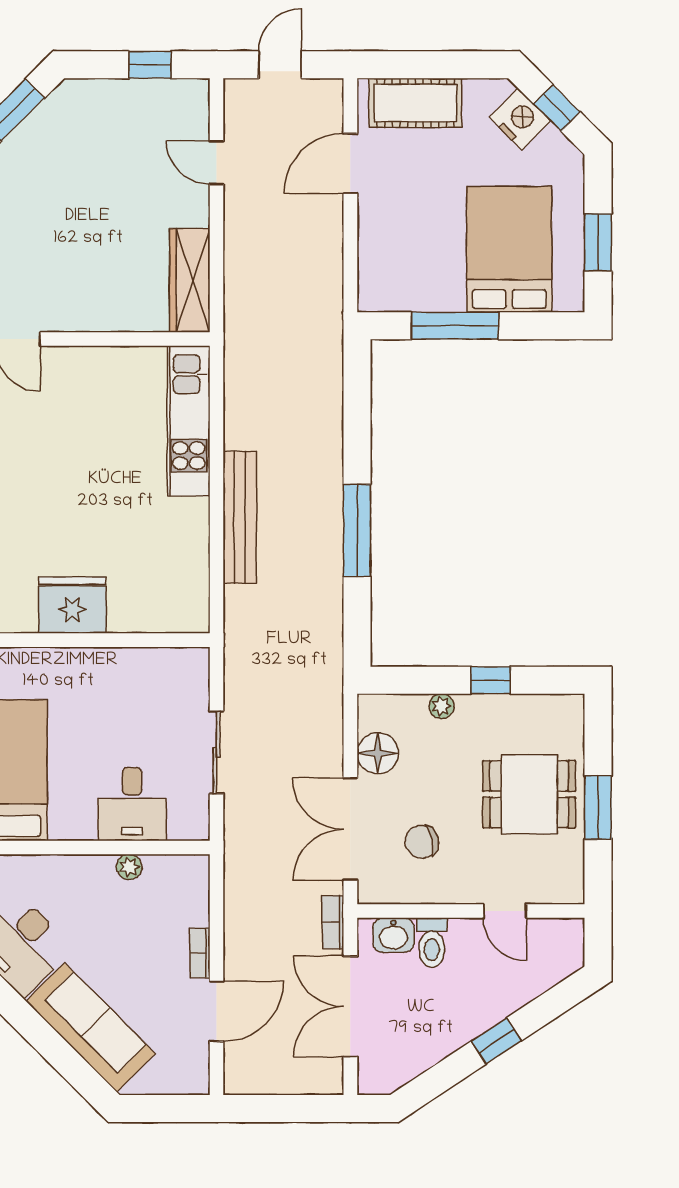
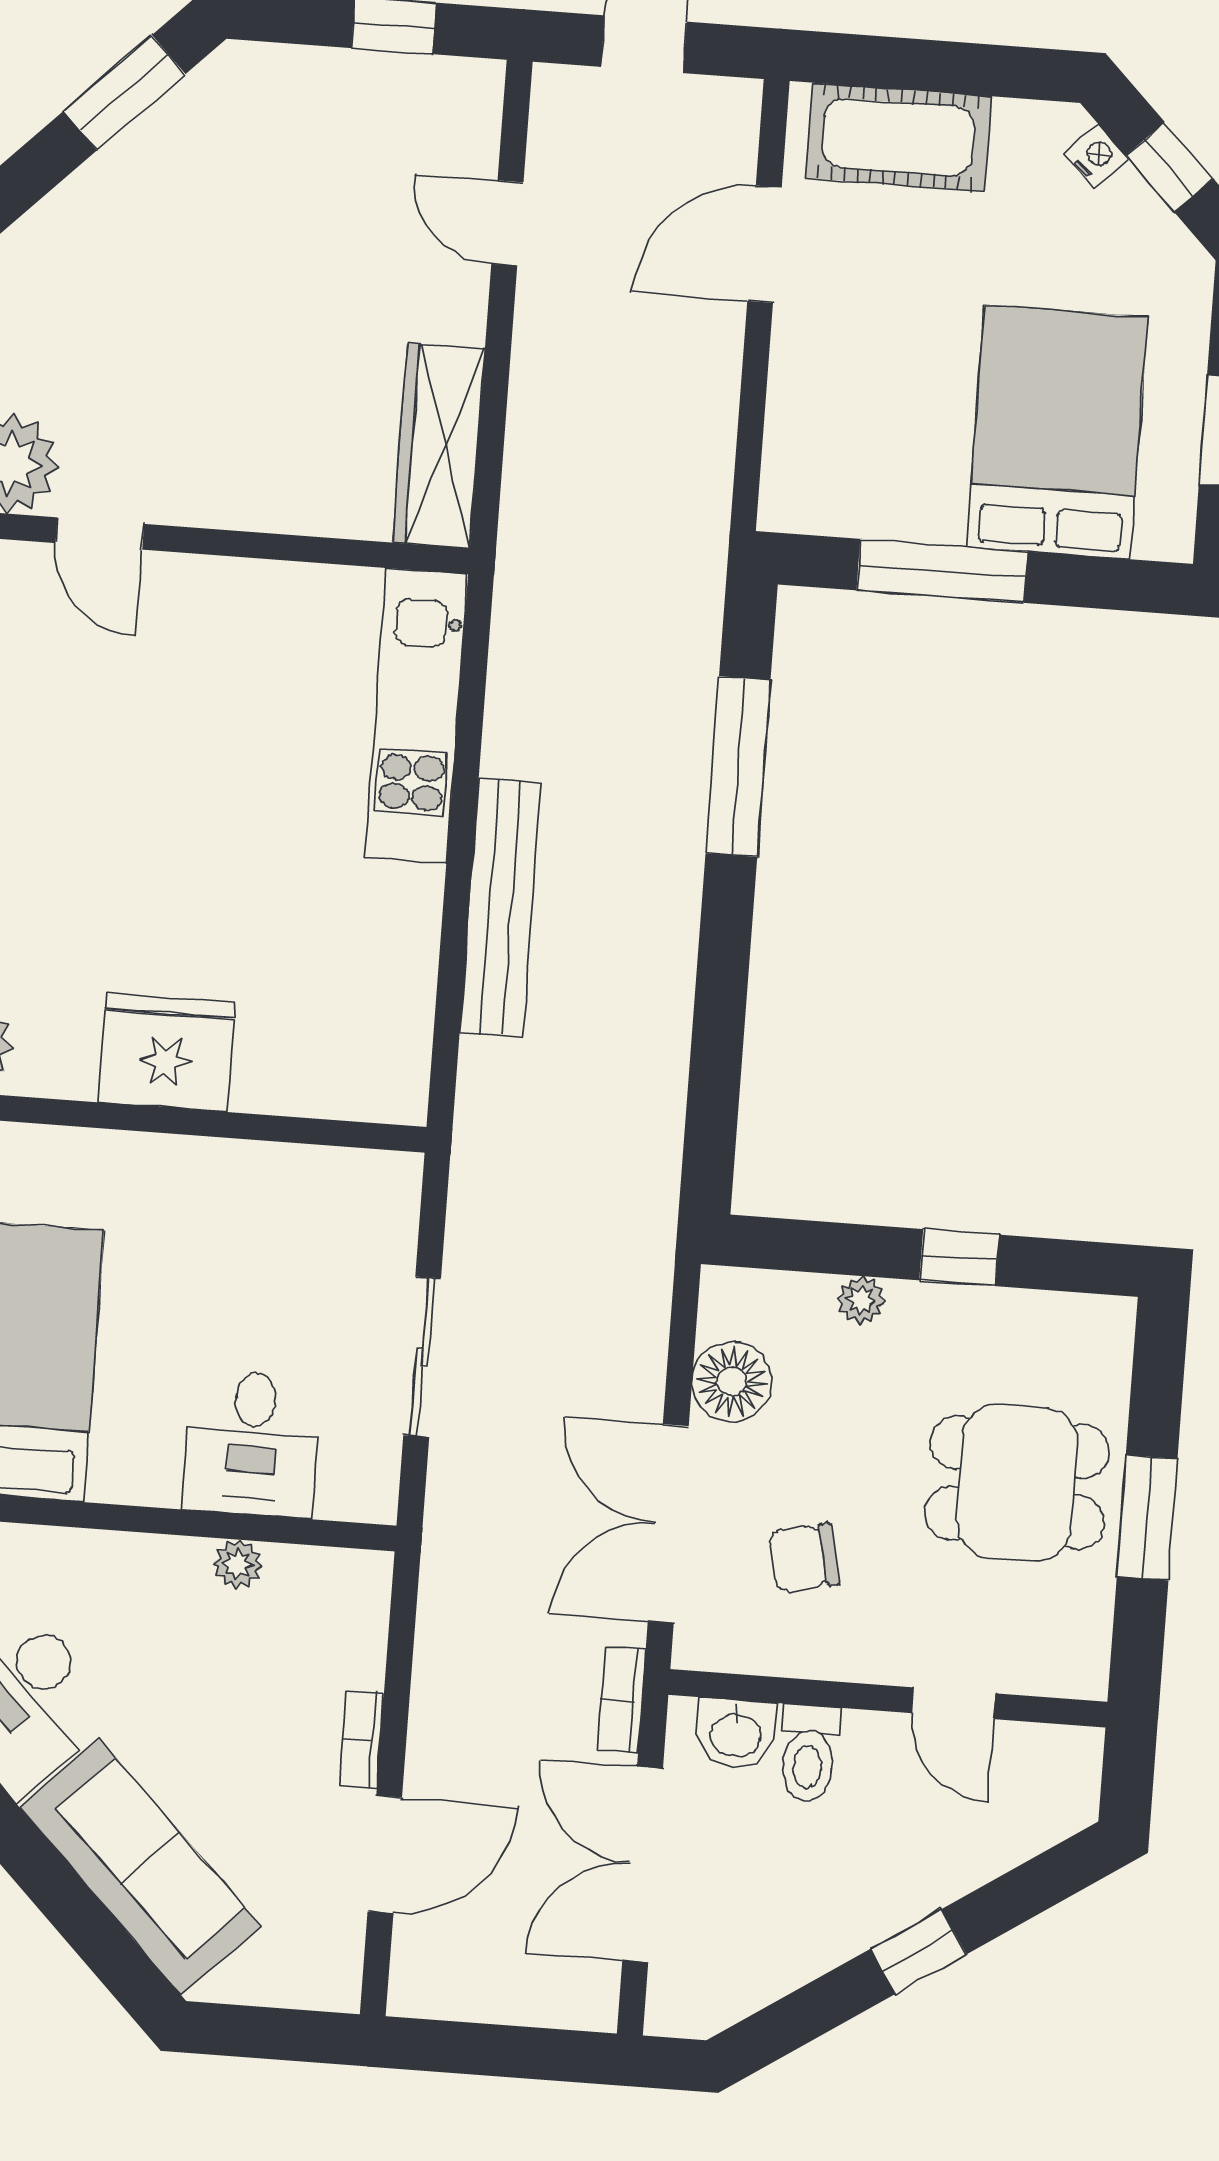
nightstand: (520, 119) -> (1097, 156), width x0.53, depth x0.56
window: (357, 530) -> (738, 767), moved

